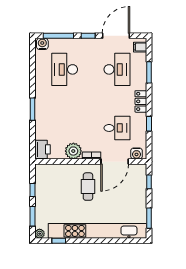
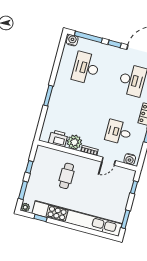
desk: (117, 128) -> (118, 132), turned 180
printer: (42, 149) -> (58, 138), moved, turned -90
door: (115, 162) -> (109, 161), width x0.53
cafe table: (88, 187) -> (67, 176), moved

